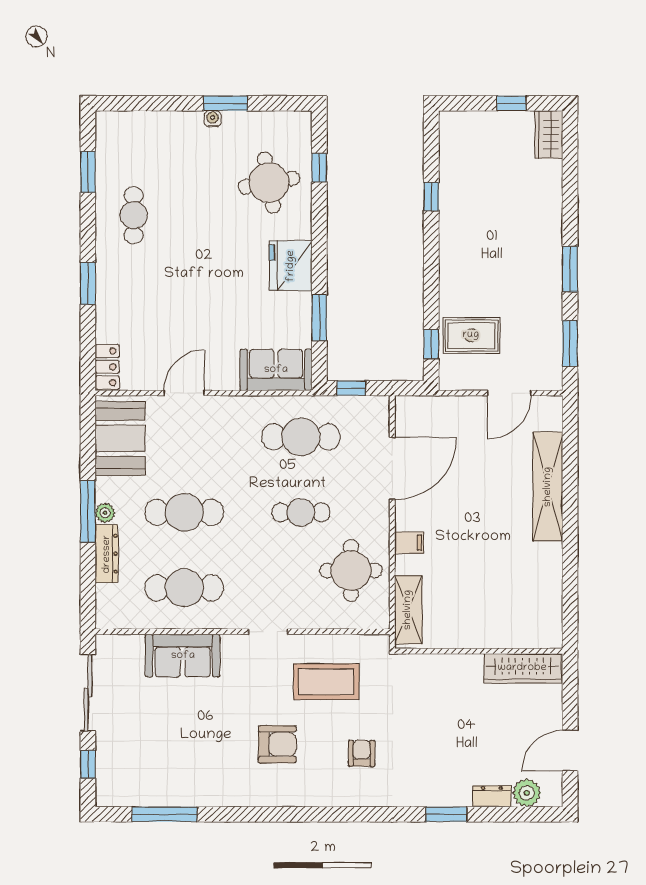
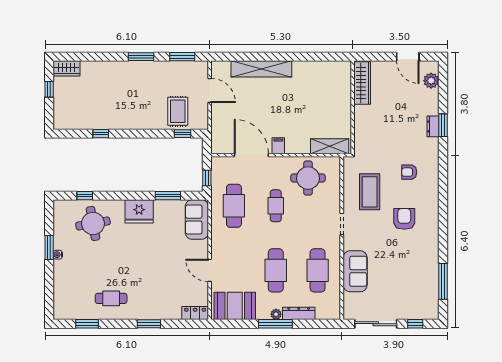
filing cabinet: (409, 543) -> (278, 146), moved
dresser: (492, 796) -> (433, 126), moved

